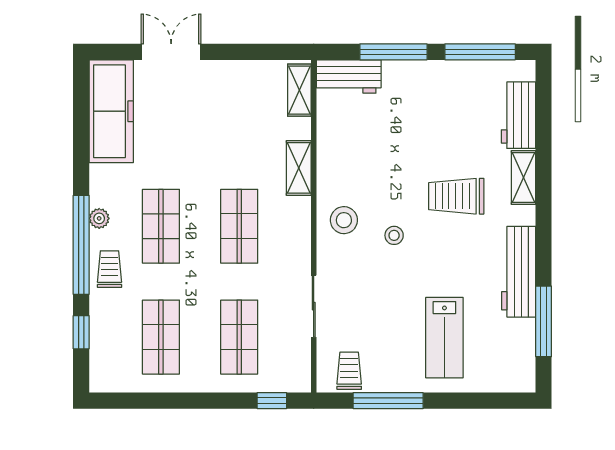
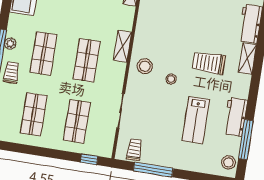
shelving: (299, 168) -> (122, 46), moved
workbench: (519, 272) -> (235, 117), width x0.73
lab bench: (444, 338) -> (196, 120), moved
stool: (519, 367) -> (228, 162), added

